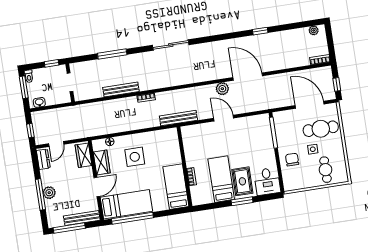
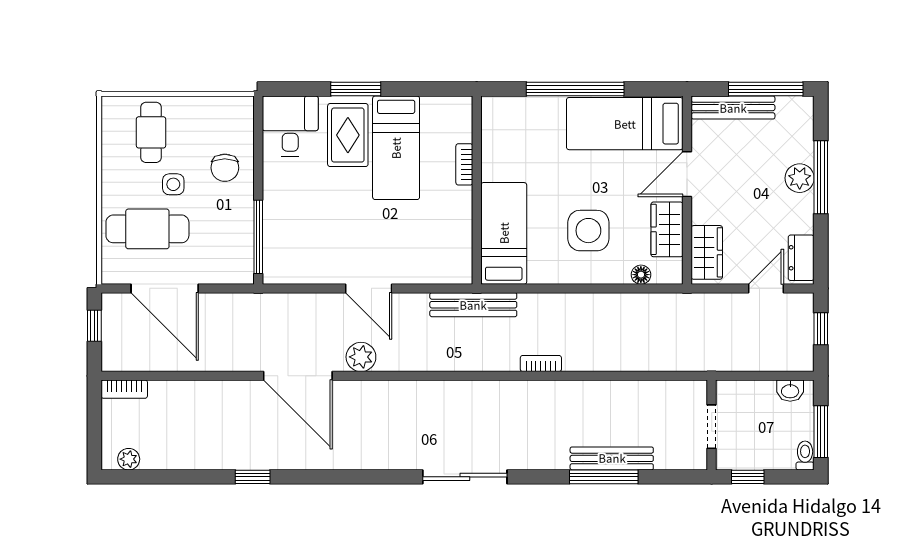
bench: (121, 89) -> (612, 458), moved
bed: (176, 187) -> (504, 233), moved, turned 180
window: (132, 218) -> (575, 89), moved

